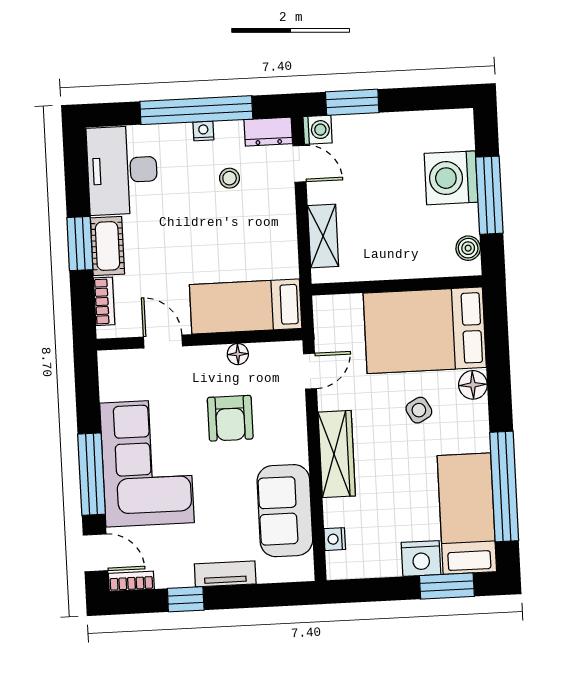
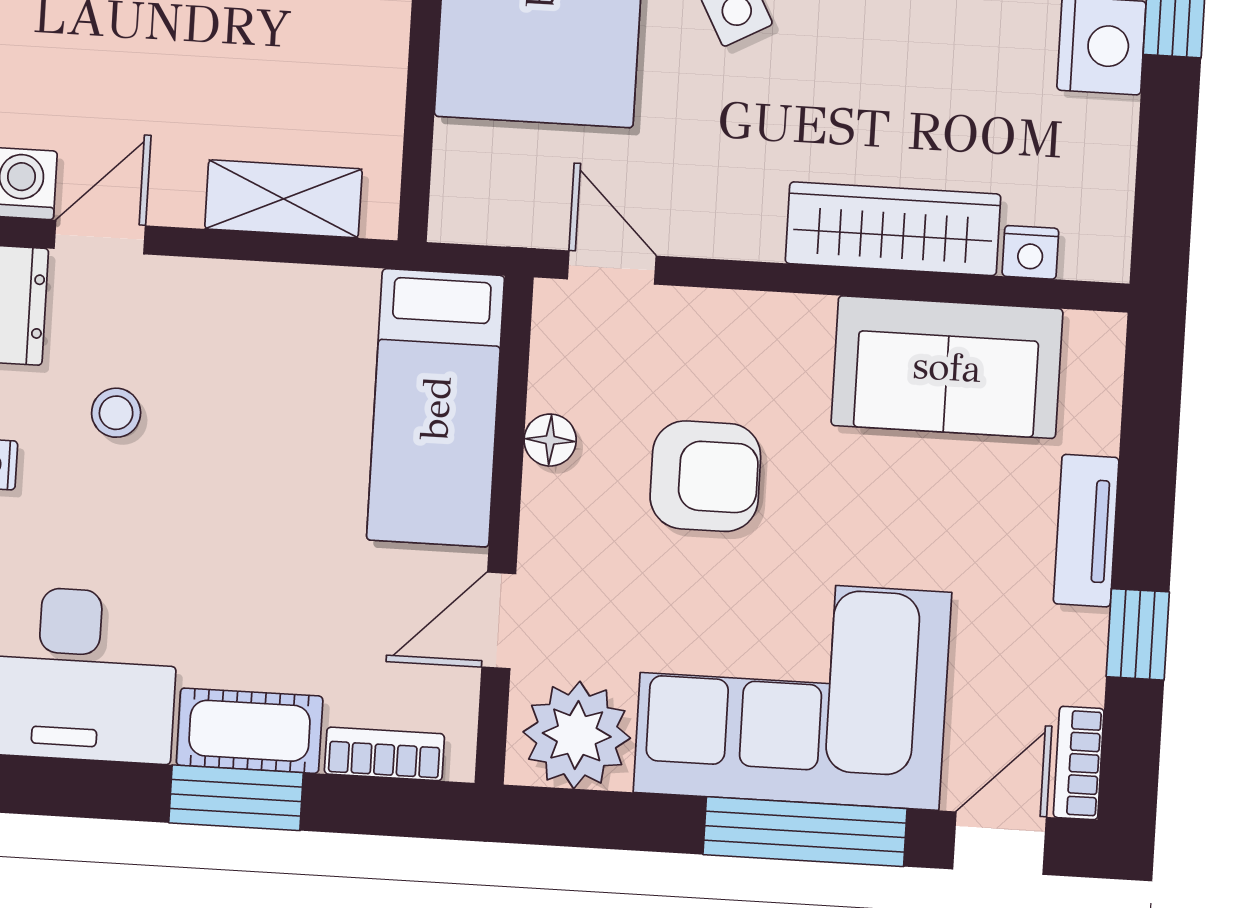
plant: (120, 378) -> (577, 735), added
wardrobe: (337, 454) -> (893, 229), moved

